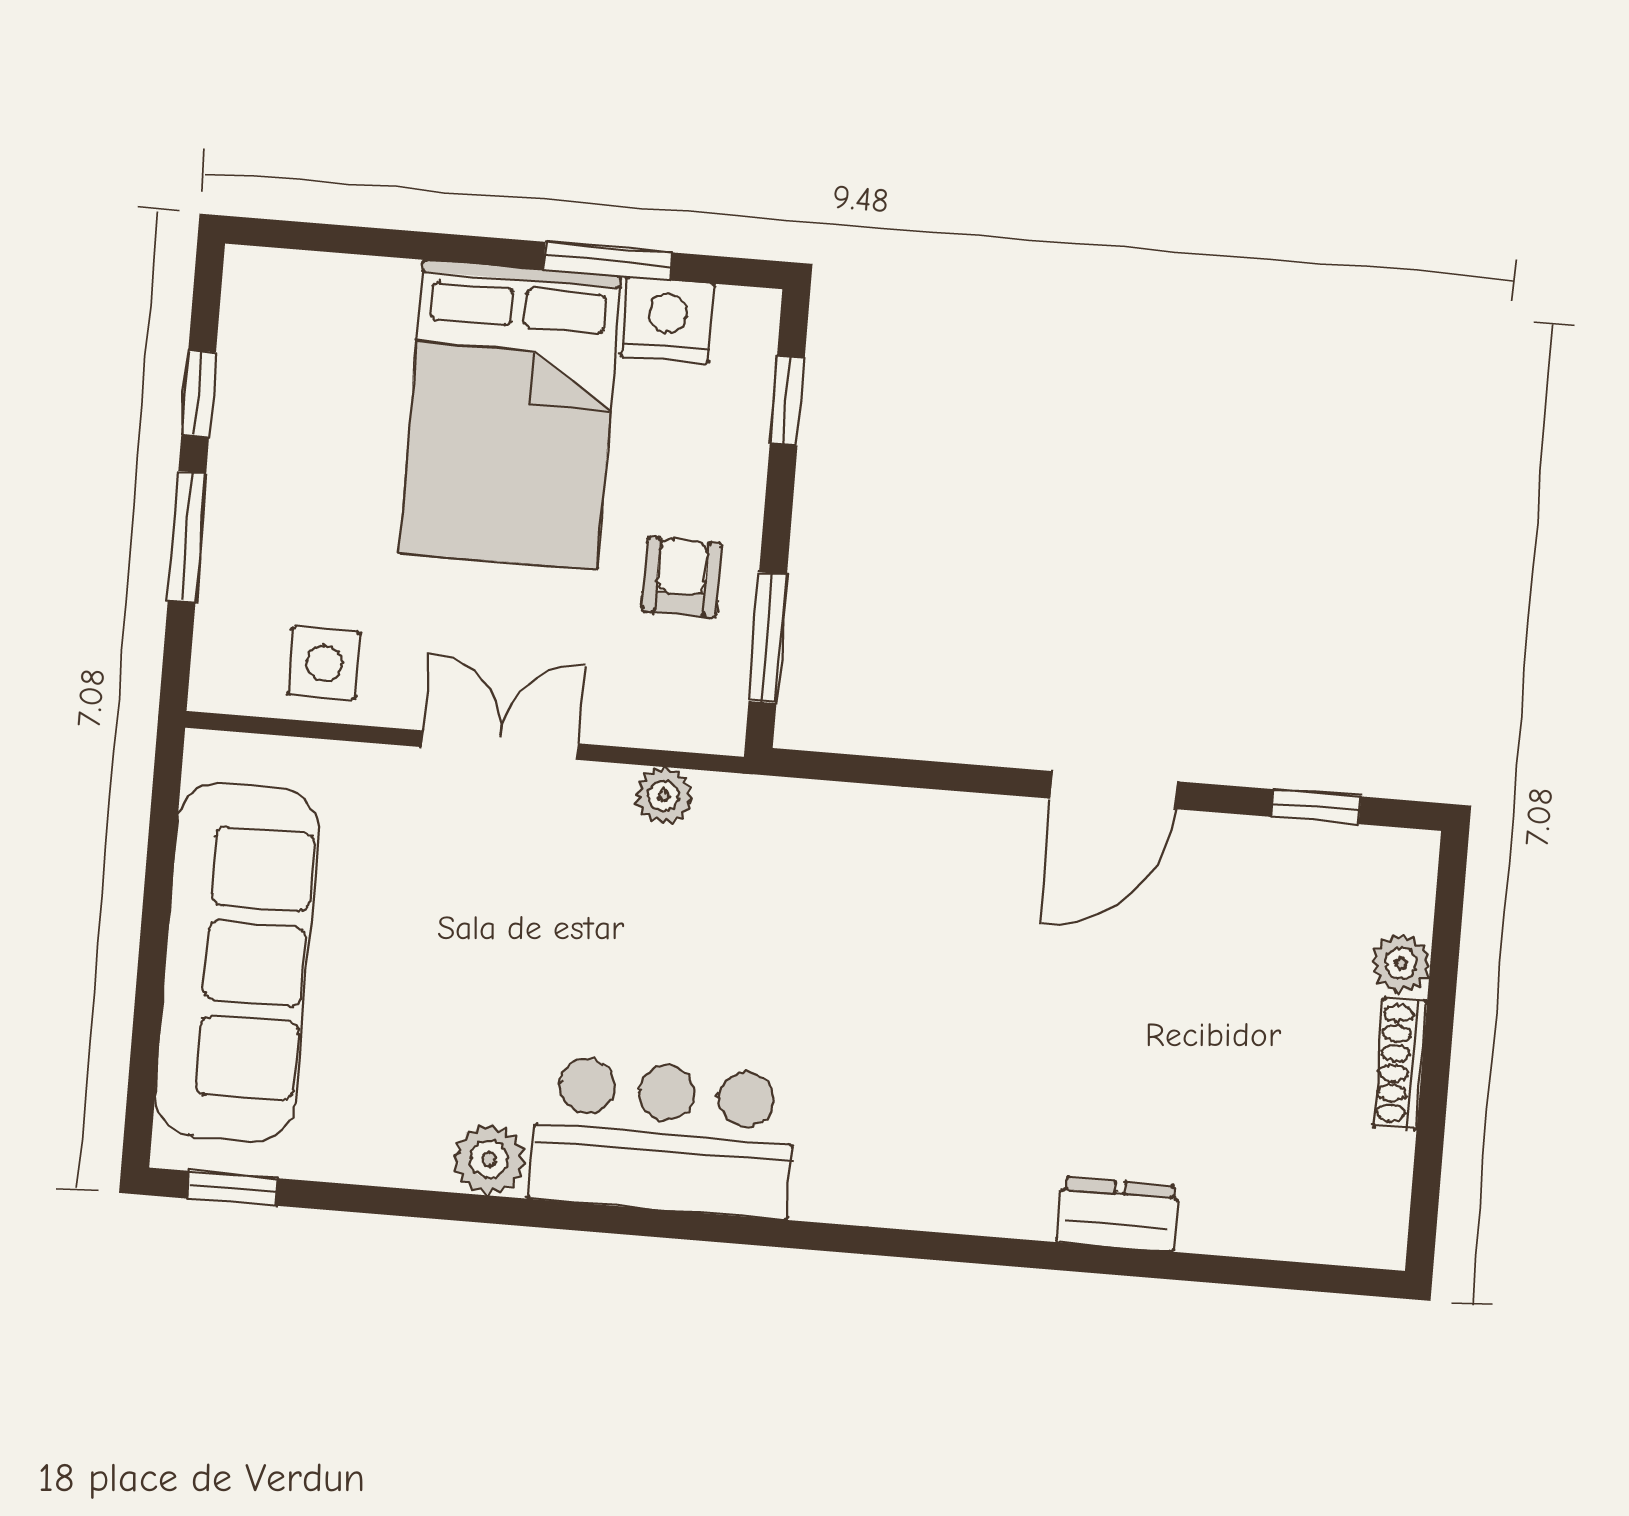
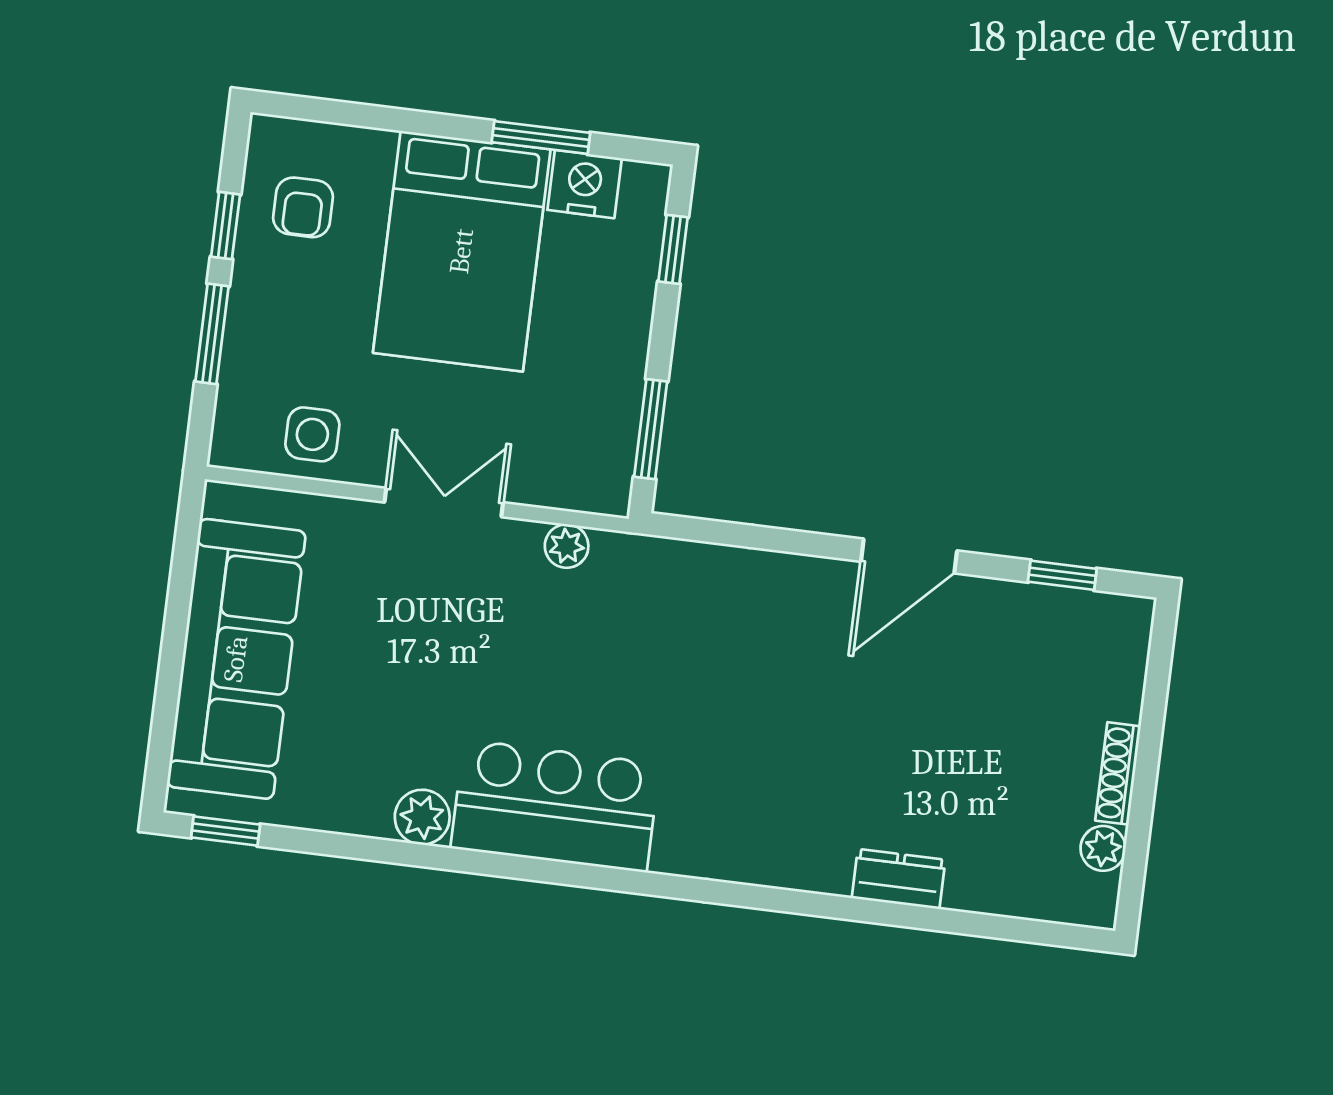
armchair: (682, 577) -> (303, 207), moved, turned 180
plant: (1401, 963) -> (1103, 848), moved

